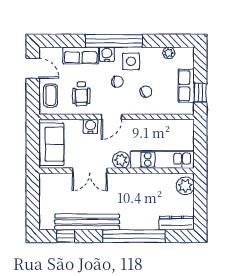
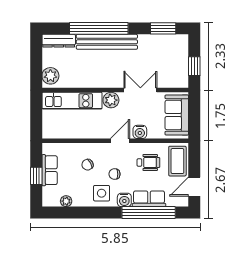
window: (114, 41) -> (149, 213), moved
door: (33, 68) -> (194, 187), hinge flipped
window: (200, 93) -> (36, 176), moved
wheelchair: (81, 94) -> (148, 163), turned 90
coffee table: (51, 95) -> (177, 161), width x1.36, depth x1.30
window: (33, 196) -> (194, 66), added
bench: (87, 222) -> (107, 42), moved
window: (66, 236) -> (163, 28), width x1.50

